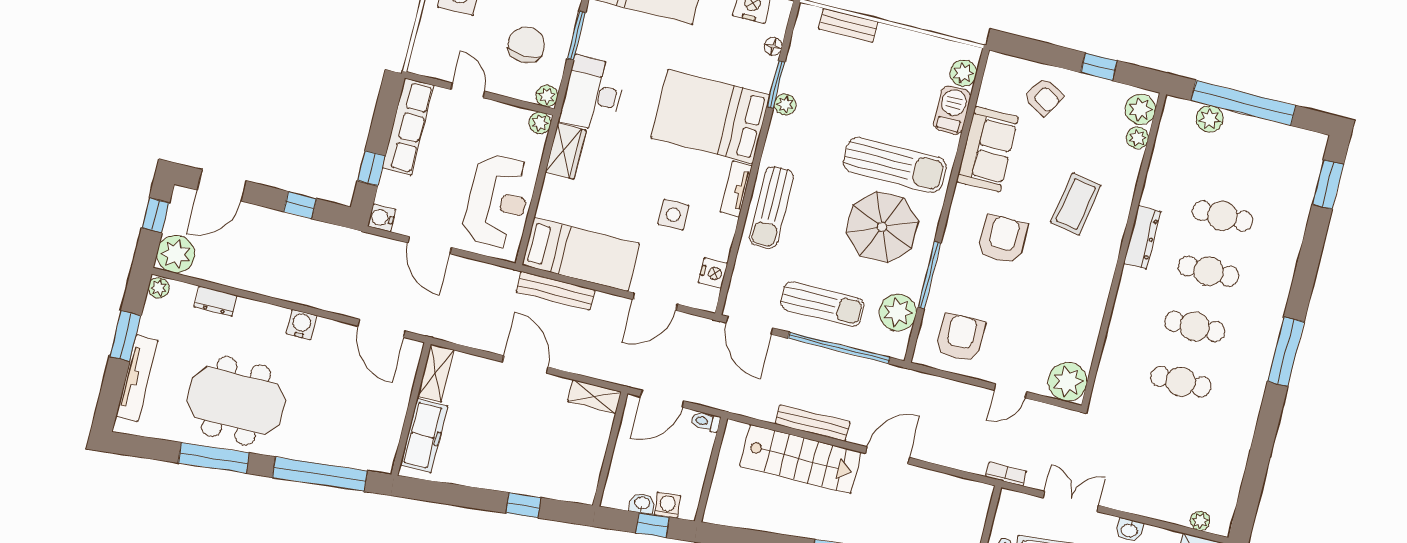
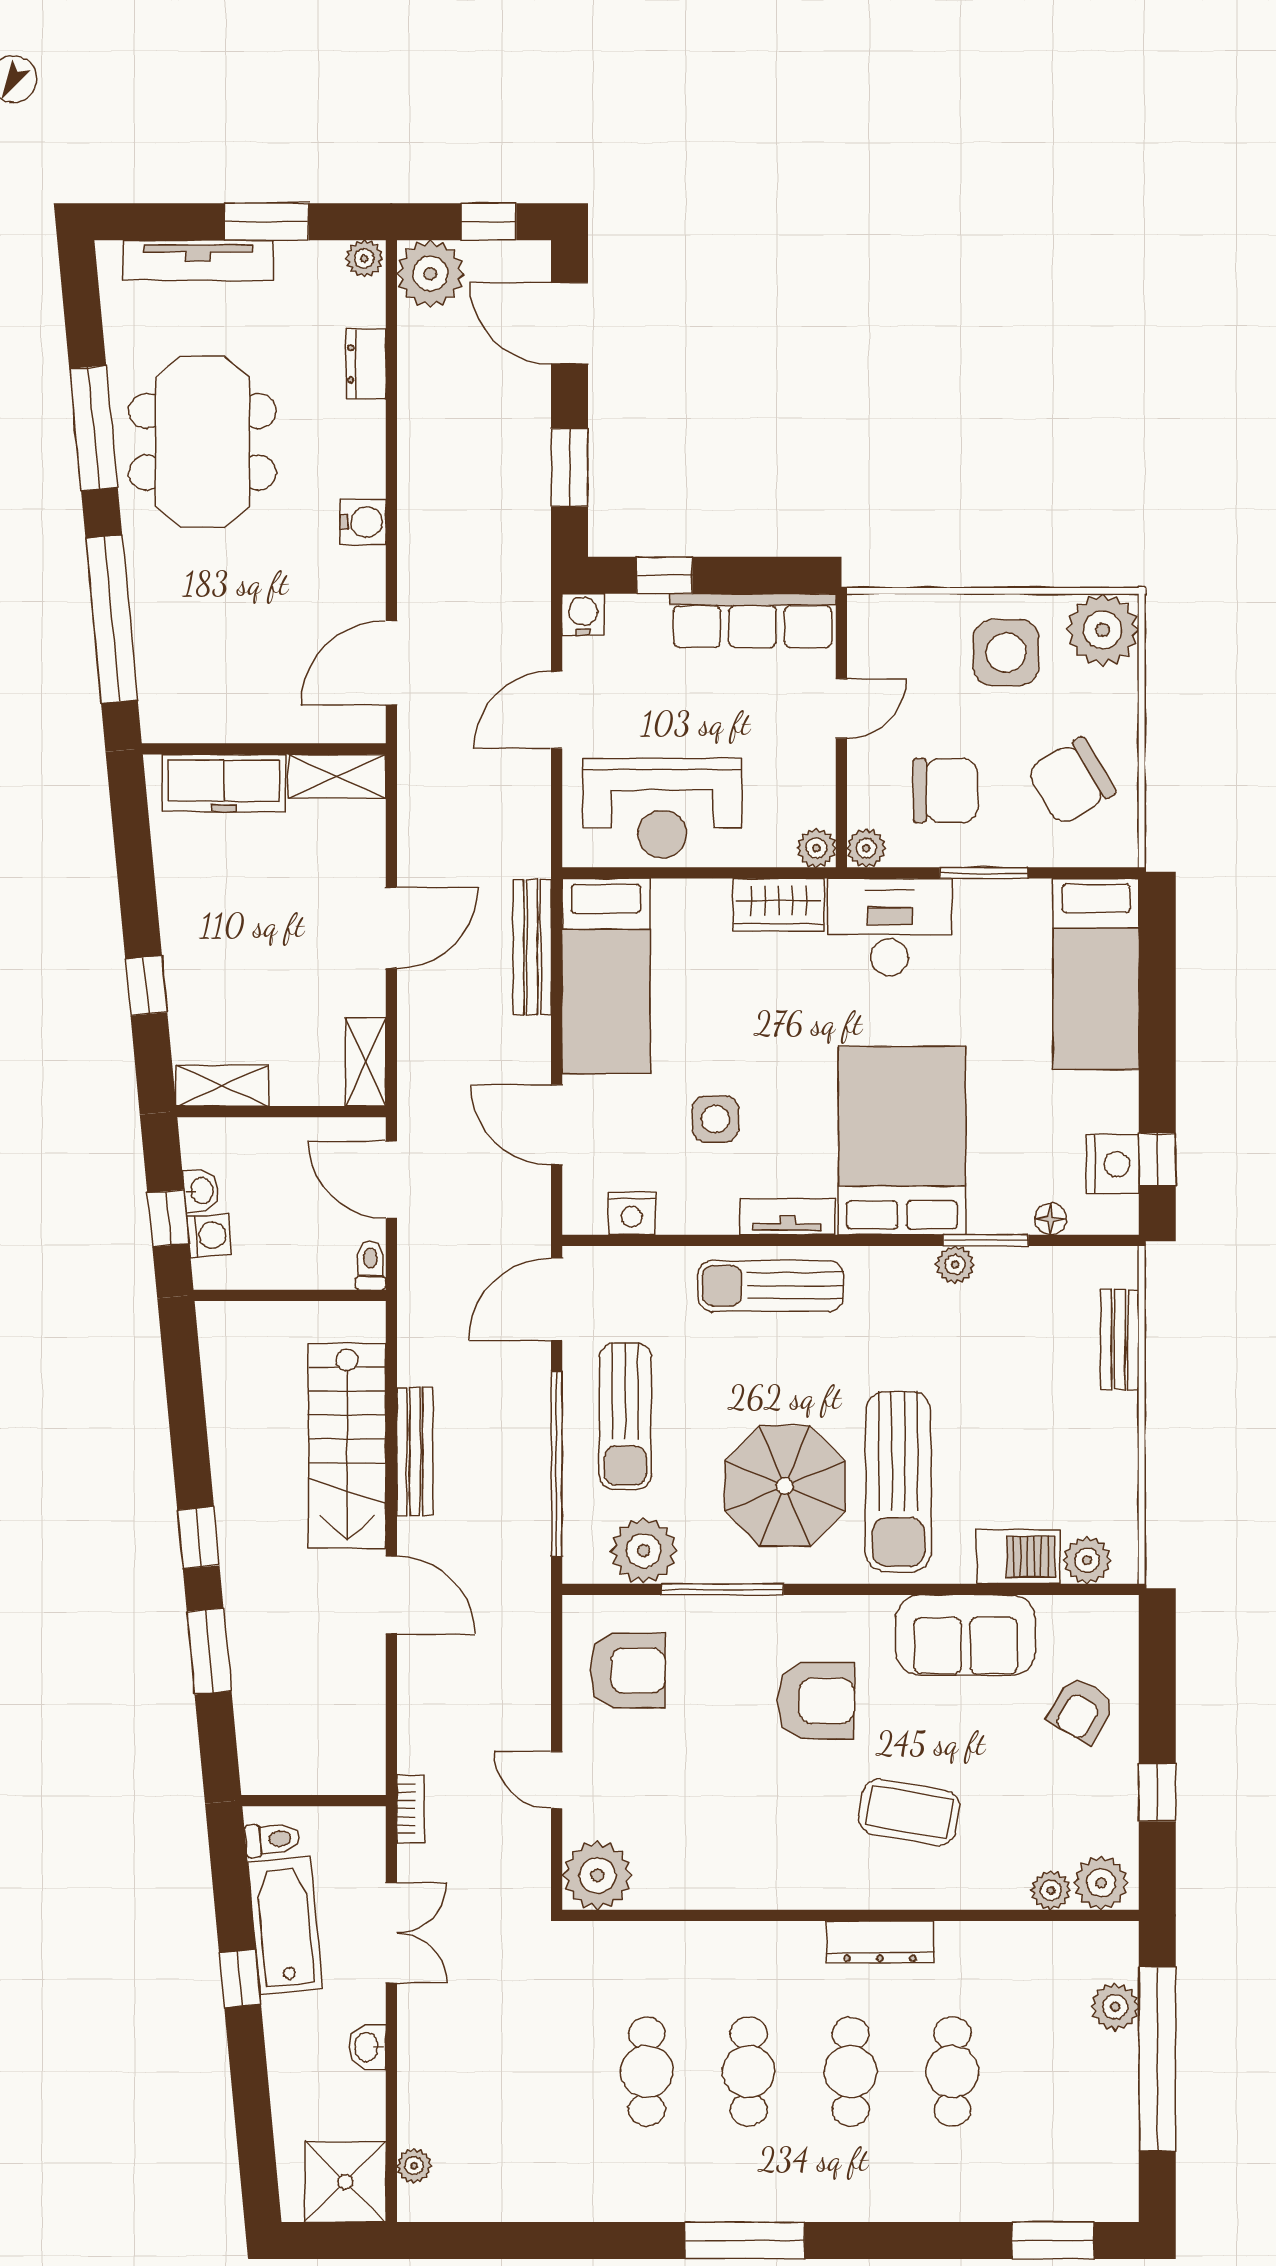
window: (300, 205) -> (569, 467), width x1.50
shelving: (588, 478) -> (222, 1086), added

